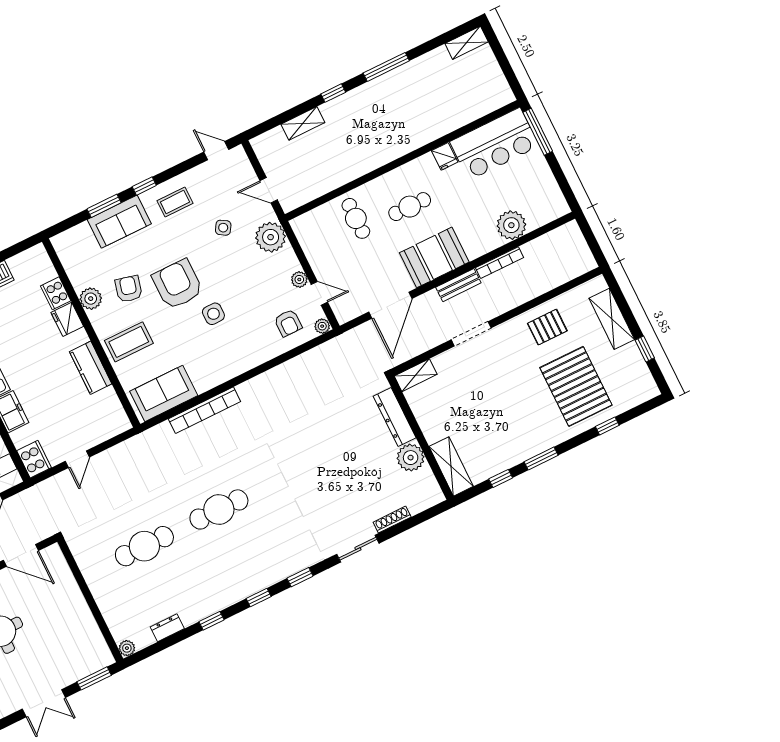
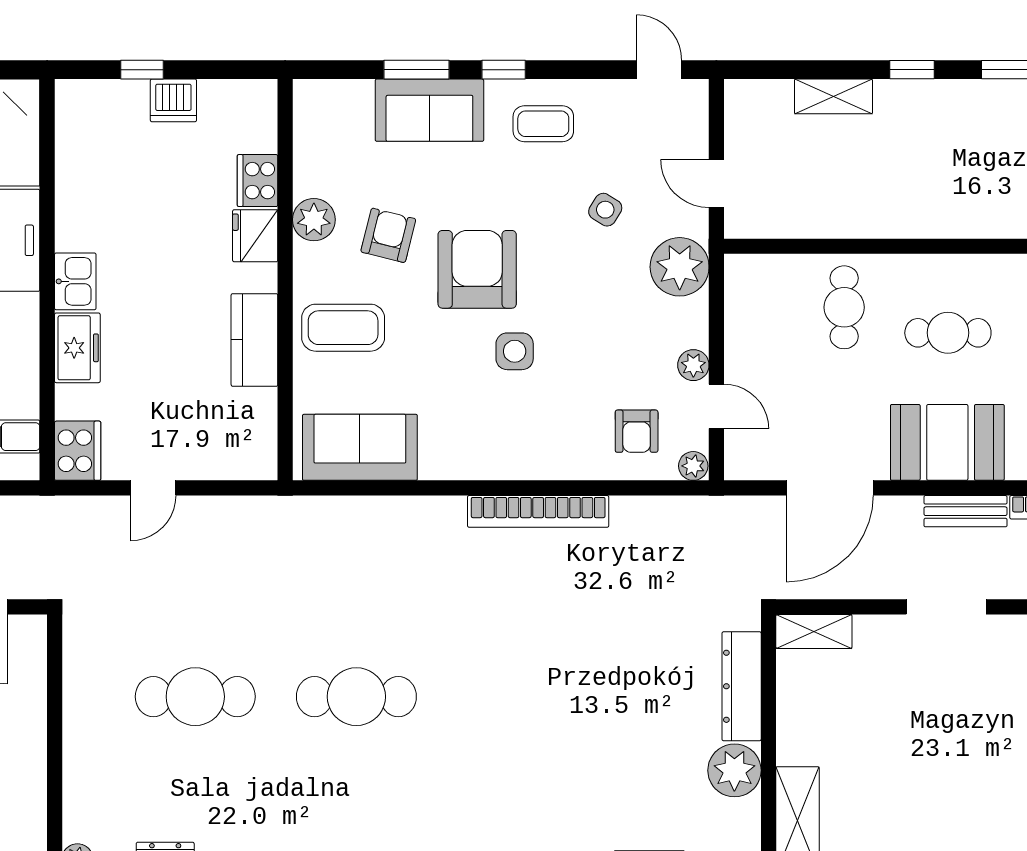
bookcase: (204, 410) -> (538, 511), moved

